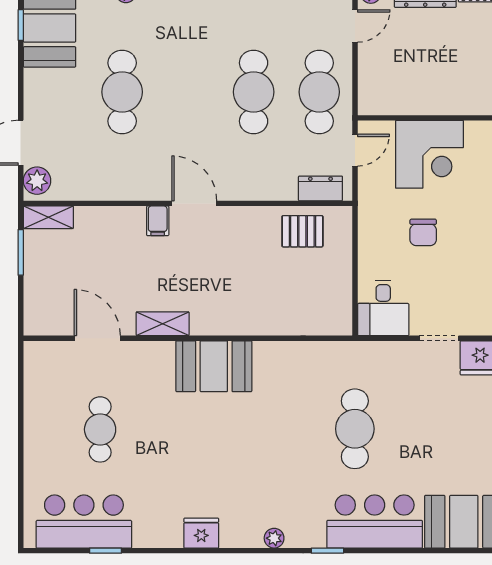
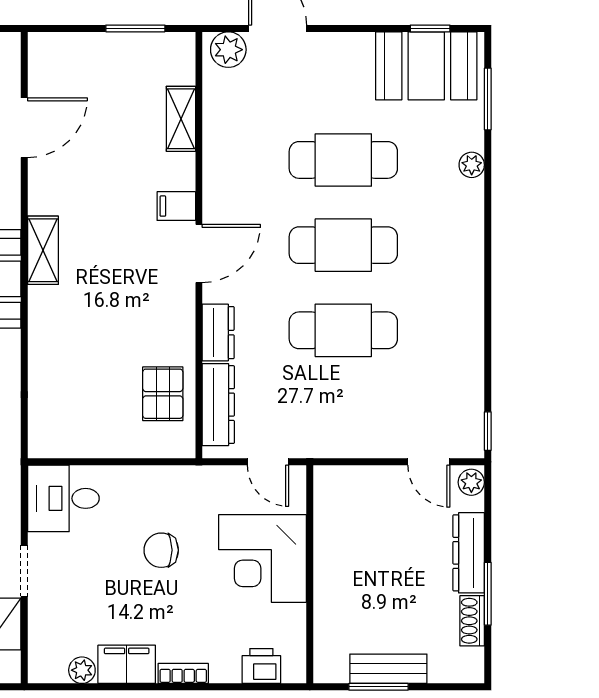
cafe table: (319, 92) -> (343, 245), moved
dresser: (320, 188) -> (218, 405), width x1.44
dresser: (255, 189) -> (218, 333), added
shelving: (48, 217) -> (181, 119), moved
shelving: (163, 324) -> (43, 250), moved

